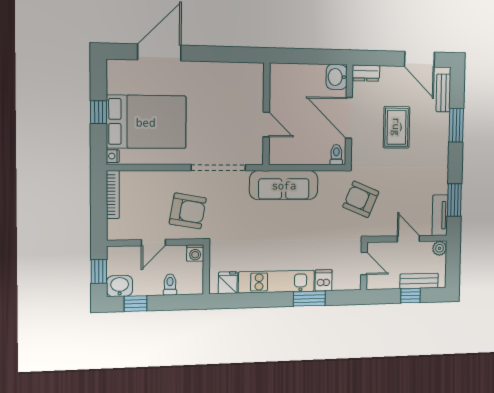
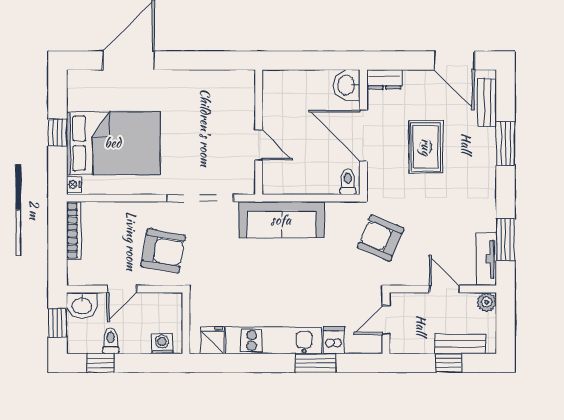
washing machine: (195, 253) -> (162, 344), moved, turned 180
door: (364, 264) -> (386, 320), swing flipped
toilet: (170, 285) -> (111, 341), moved
washbasin: (120, 286) -> (82, 305), moved, turned 180

